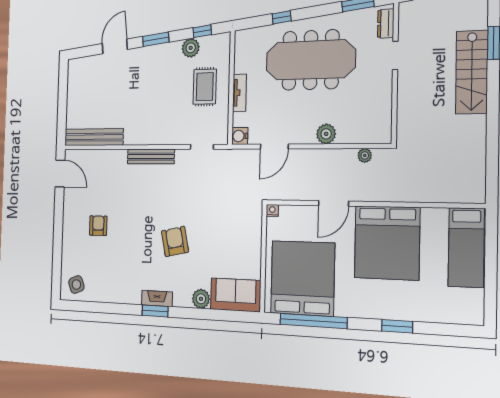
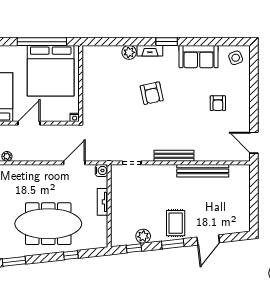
rug: (205, 87) -> (176, 223), moved
plant: (326, 134) -> (35, 171), removed
bench: (94, 137) -> (203, 171), moved
sofa: (236, 295) -> (199, 57), moved
fireplace: (157, 298) -> (150, 51), moved

